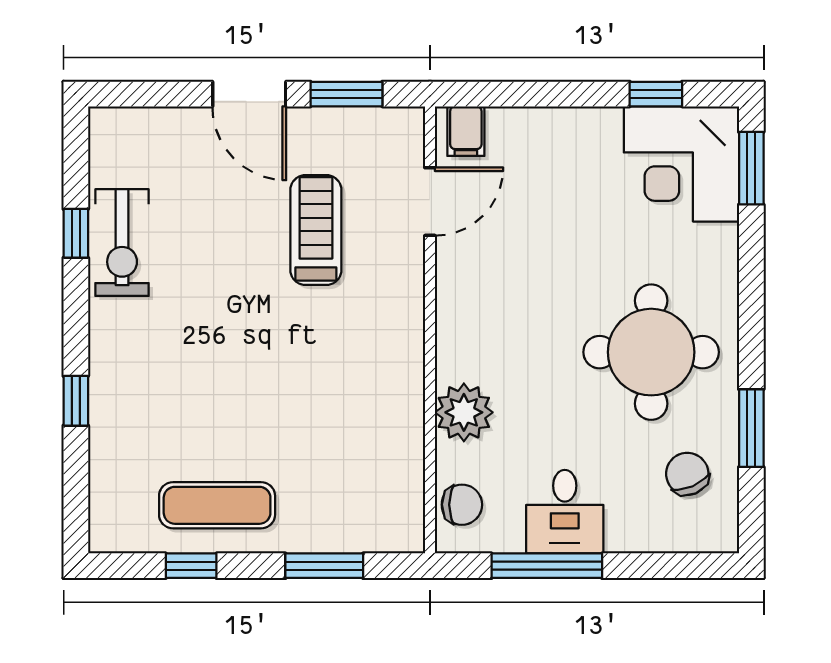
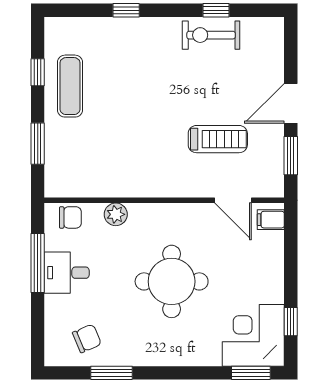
round table: (651, 352) -> (172, 281), moved
plant: (464, 412) -> (116, 214), width x0.73, depth x0.73
chair: (462, 505) -> (70, 217), turned -90

